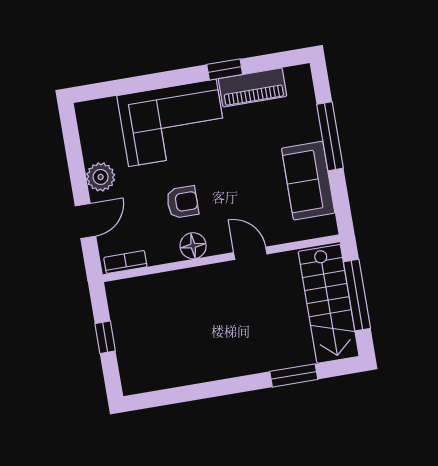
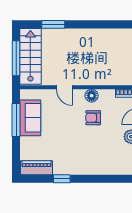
piano: (253, 87) -> (36, 168), moved
corner sofa: (172, 123) -> (92, 157), removed
window: (330, 136) -> (16, 120), moved

